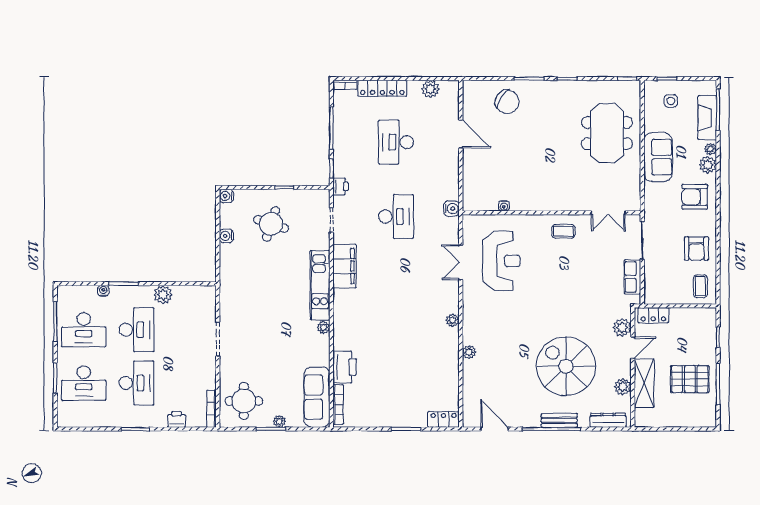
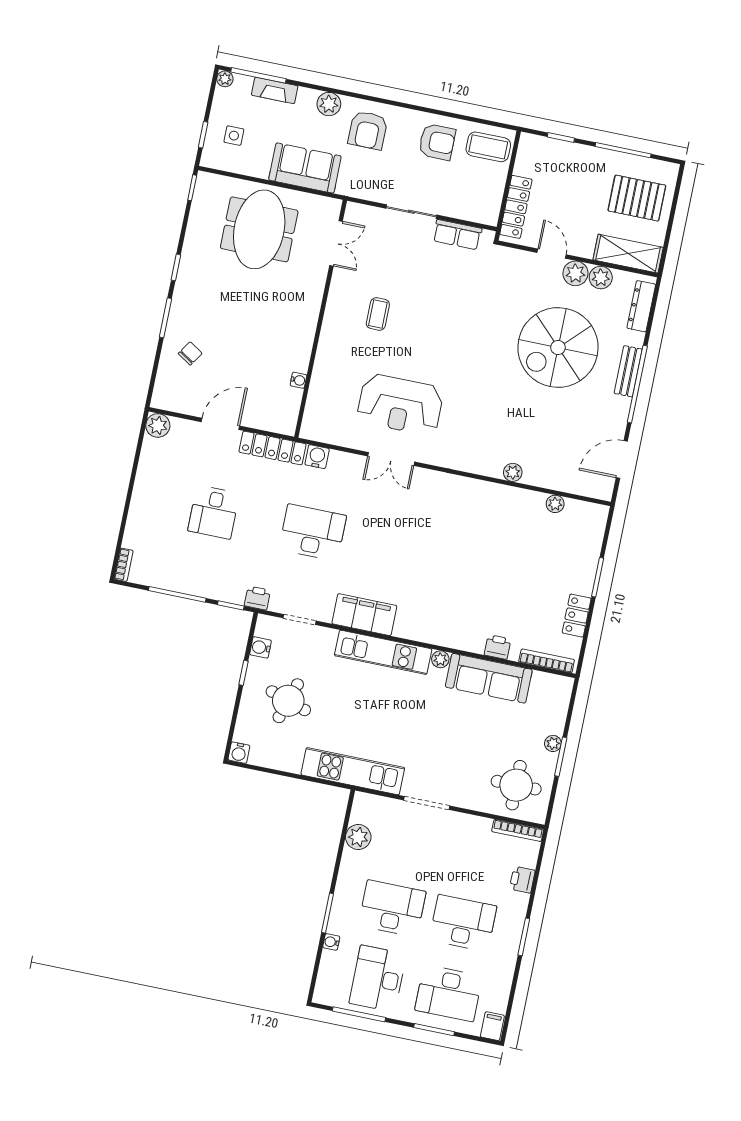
locker: (382, 88) -> (273, 448), moved, turned 90
plant: (430, 89) -> (158, 425), moved
chair: (507, 102) -> (190, 353), width x0.54, depth x0.54
fireplace: (707, 118) -> (275, 90), width x0.73, depth x0.76
meeting table: (607, 133) -> (259, 229), turned 90
desk: (396, 142) -> (214, 512), width x0.73
plant: (710, 149) -> (225, 79), moved
water cooler: (504, 206) -> (298, 380), moved
wall: (551, 213) -> (321, 319), moved
double door: (608, 213) -> (336, 243), moved
water cooler: (226, 236) -> (260, 647), moved, turned 90
reception desk: (501, 261) -> (400, 405), turned 180
kitchen unit: (230, 281) -> (353, 771), added
coffee table: (700, 286) -> (488, 147), width x1.36, depth x1.30
plant: (163, 295) -> (358, 837), moved
locker: (653, 315) -> (516, 207), width x1.53
plant: (453, 320) -> (555, 504), moved
plant: (622, 328) -> (575, 273), moved
desk: (84, 330) -> (378, 979), turned 180
printer: (345, 367) -> (498, 647), width x0.53, depth x0.68
pallet: (690, 379) -> (637, 198), moved, turned 90
desk: (84, 383) -> (449, 993), turned 90
shelving: (644, 383) -> (628, 254), moved
sofa: (317, 397) -> (489, 678), moved
filing cabinet: (66, 419) -> (492, 1026), added
locker: (444, 419) -> (577, 616), moved

